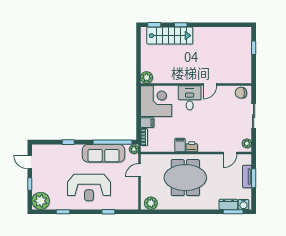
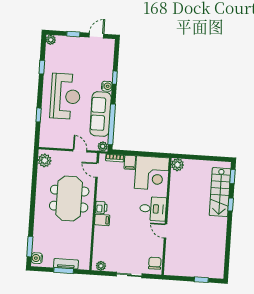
filing cabinet: (180, 145) -> (102, 220), moved
water cooler: (77, 149) -> (107, 86), added
door: (230, 153) -> (97, 170), moved
reception desk: (89, 188) -> (65, 96), turned 180
plant: (41, 201) -> (51, 40), width x0.53, depth x0.53
dresser: (228, 204) -> (38, 242), removed

